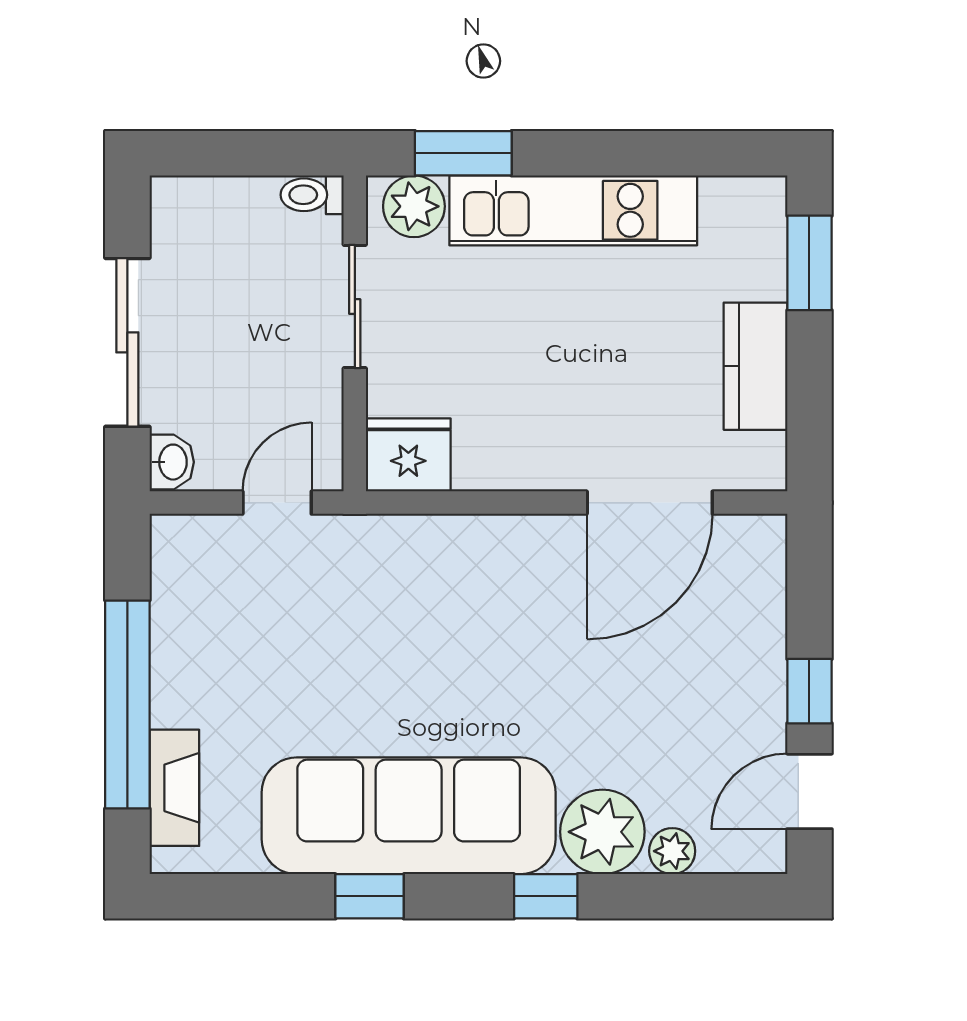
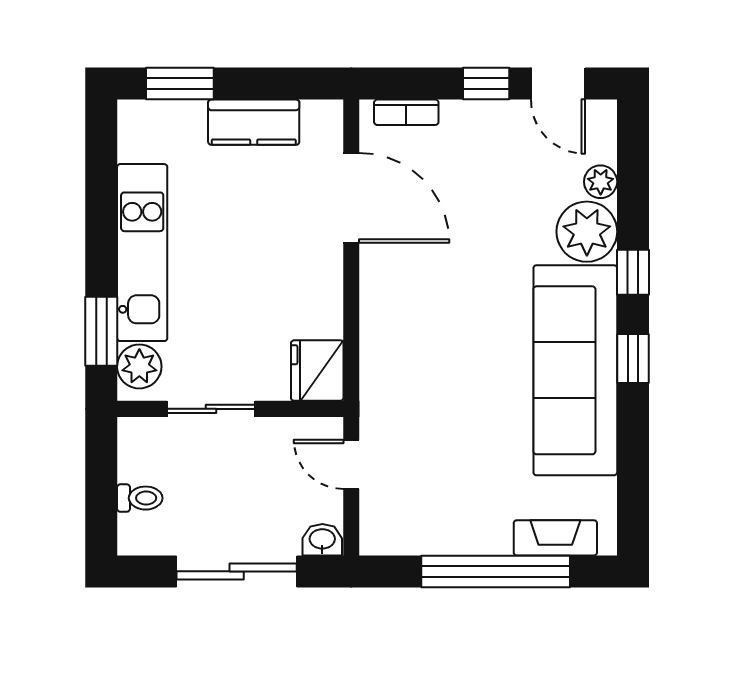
toilet: (312, 195) -> (140, 498), moved, turned -90
bookcase: (769, 579) -> (406, 112), added
window: (370, 896) -> (633, 359), moved

